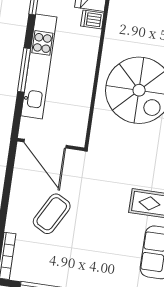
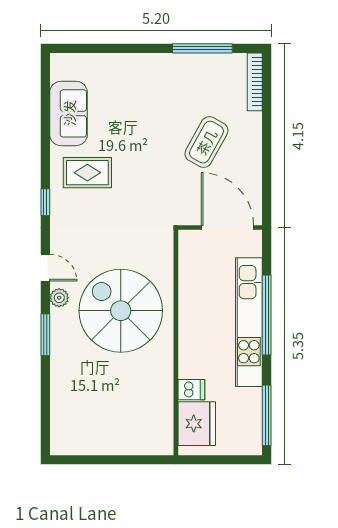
window: (24, 70) -> (267, 315), width x1.46

